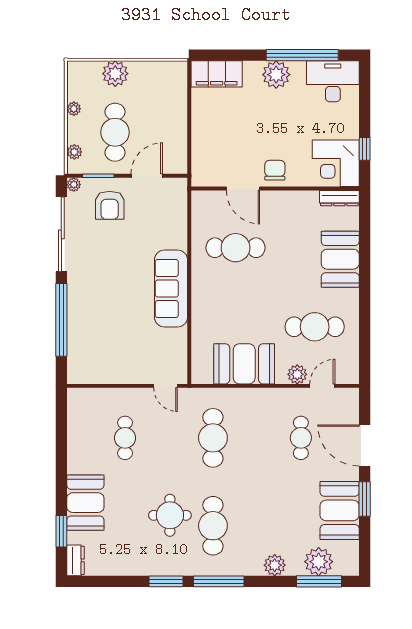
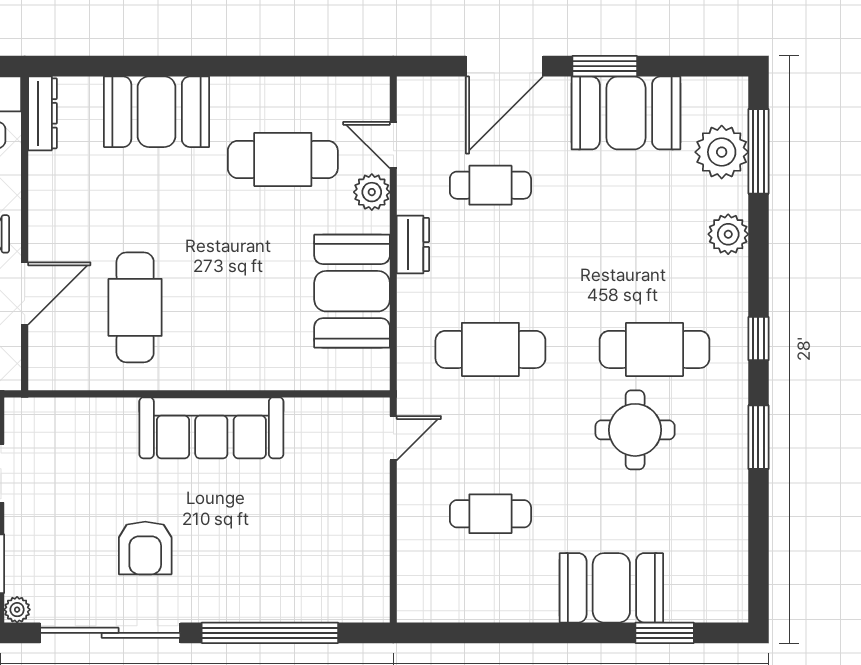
armchair: (110, 205) -> (145, 548), moved, turned 90
cafe table: (315, 327) -> (283, 159), turned 90
dresser: (75, 560) -> (413, 245), moved, turned 90
window: (219, 581) -> (758, 339), width x0.46

